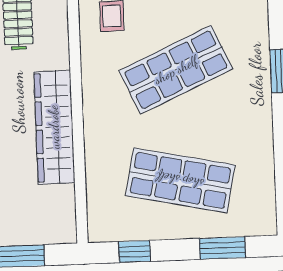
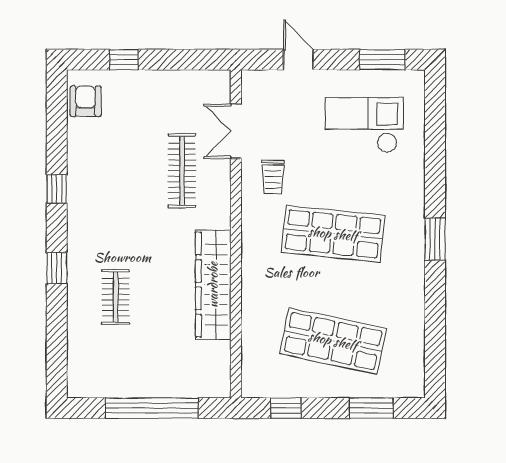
shop shelf: (176, 70) -> (333, 234), turned 30

